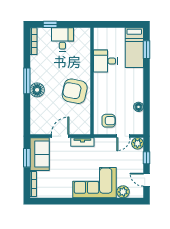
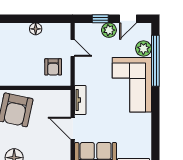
armchair: (109, 121) -> (53, 67), turned 180
plant: (137, 143) -> (109, 30), moved
window: (113, 201) -> (155, 61), added

